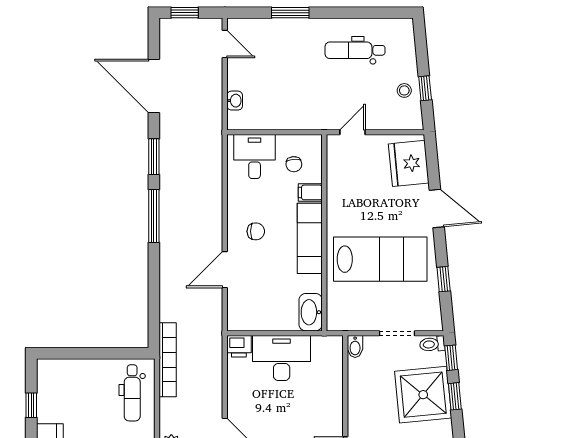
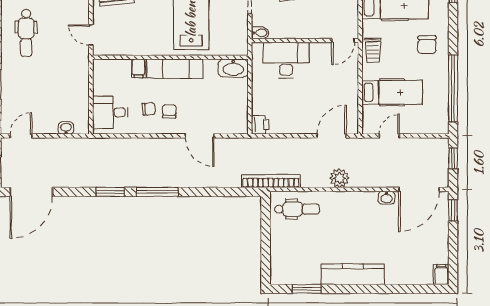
door: (154, 86) -> (31, 192), moved
chair: (294, 164) -> (149, 109), moved
desk: (282, 358) -> (286, 60), moved, turned 90
window: (31, 405) -> (307, 289), width x1.50

